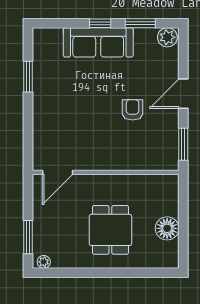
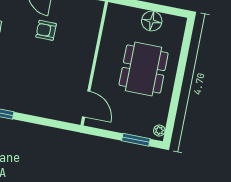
dining table: (110, 230) -> (144, 69), width x1.38

